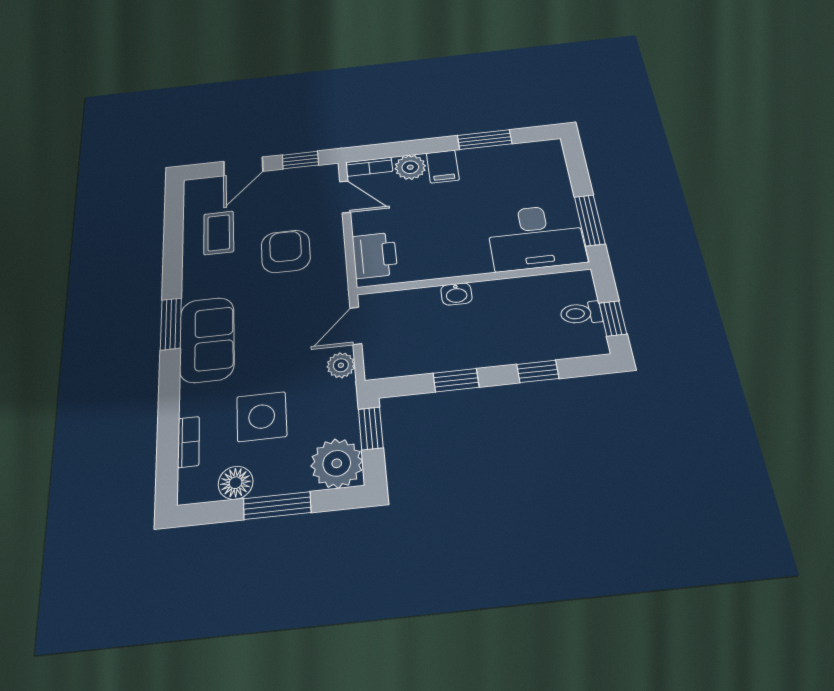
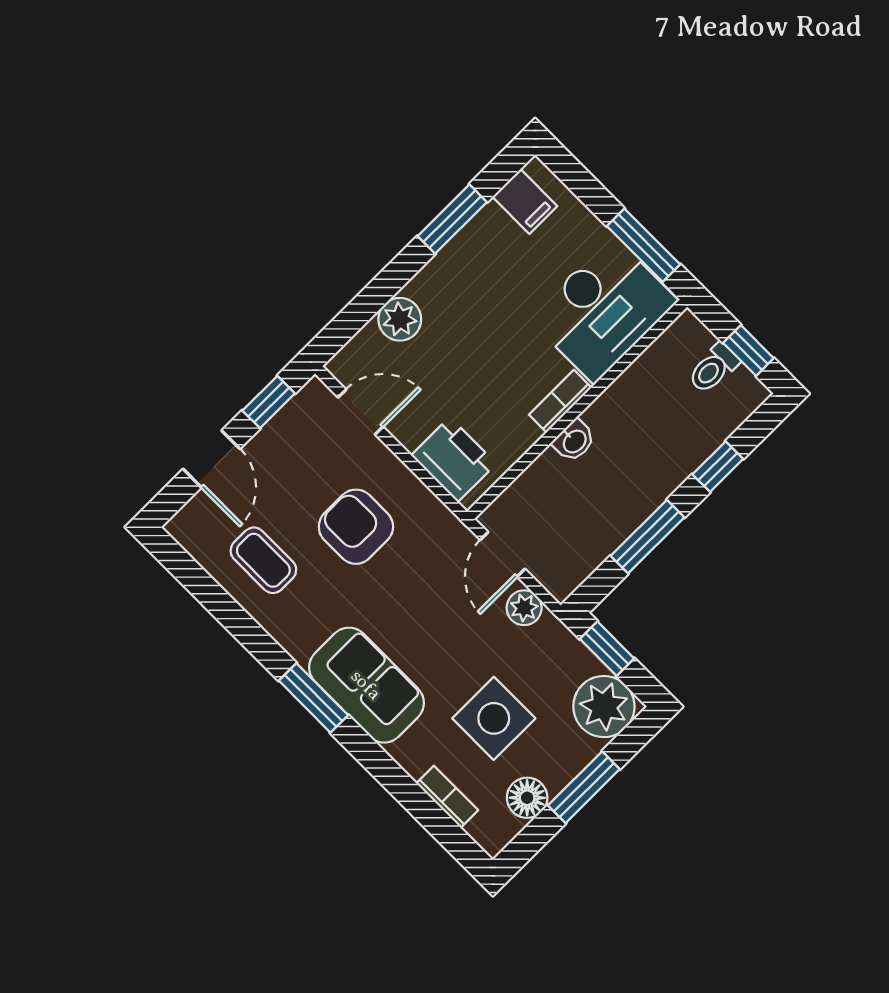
filing cabinet: (443, 166) -> (525, 201), moved
bookcase: (369, 167) -> (560, 401), moved, turned 180
window: (456, 380) -> (648, 537), width x1.50

